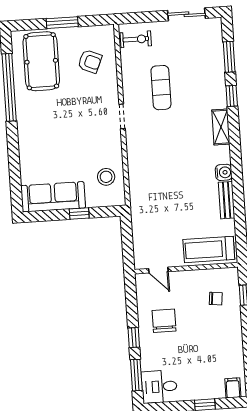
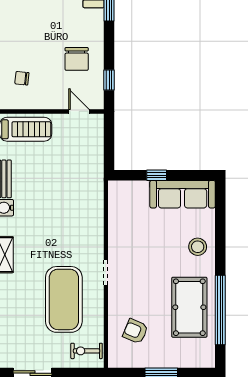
pool table: (41, 61) -> (189, 307), moved
exercise mat: (161, 88) -> (64, 299), width x2.00, depth x1.45
stool: (106, 177) -> (198, 247), moved
window: (134, 338) -> (109, 80), moved

